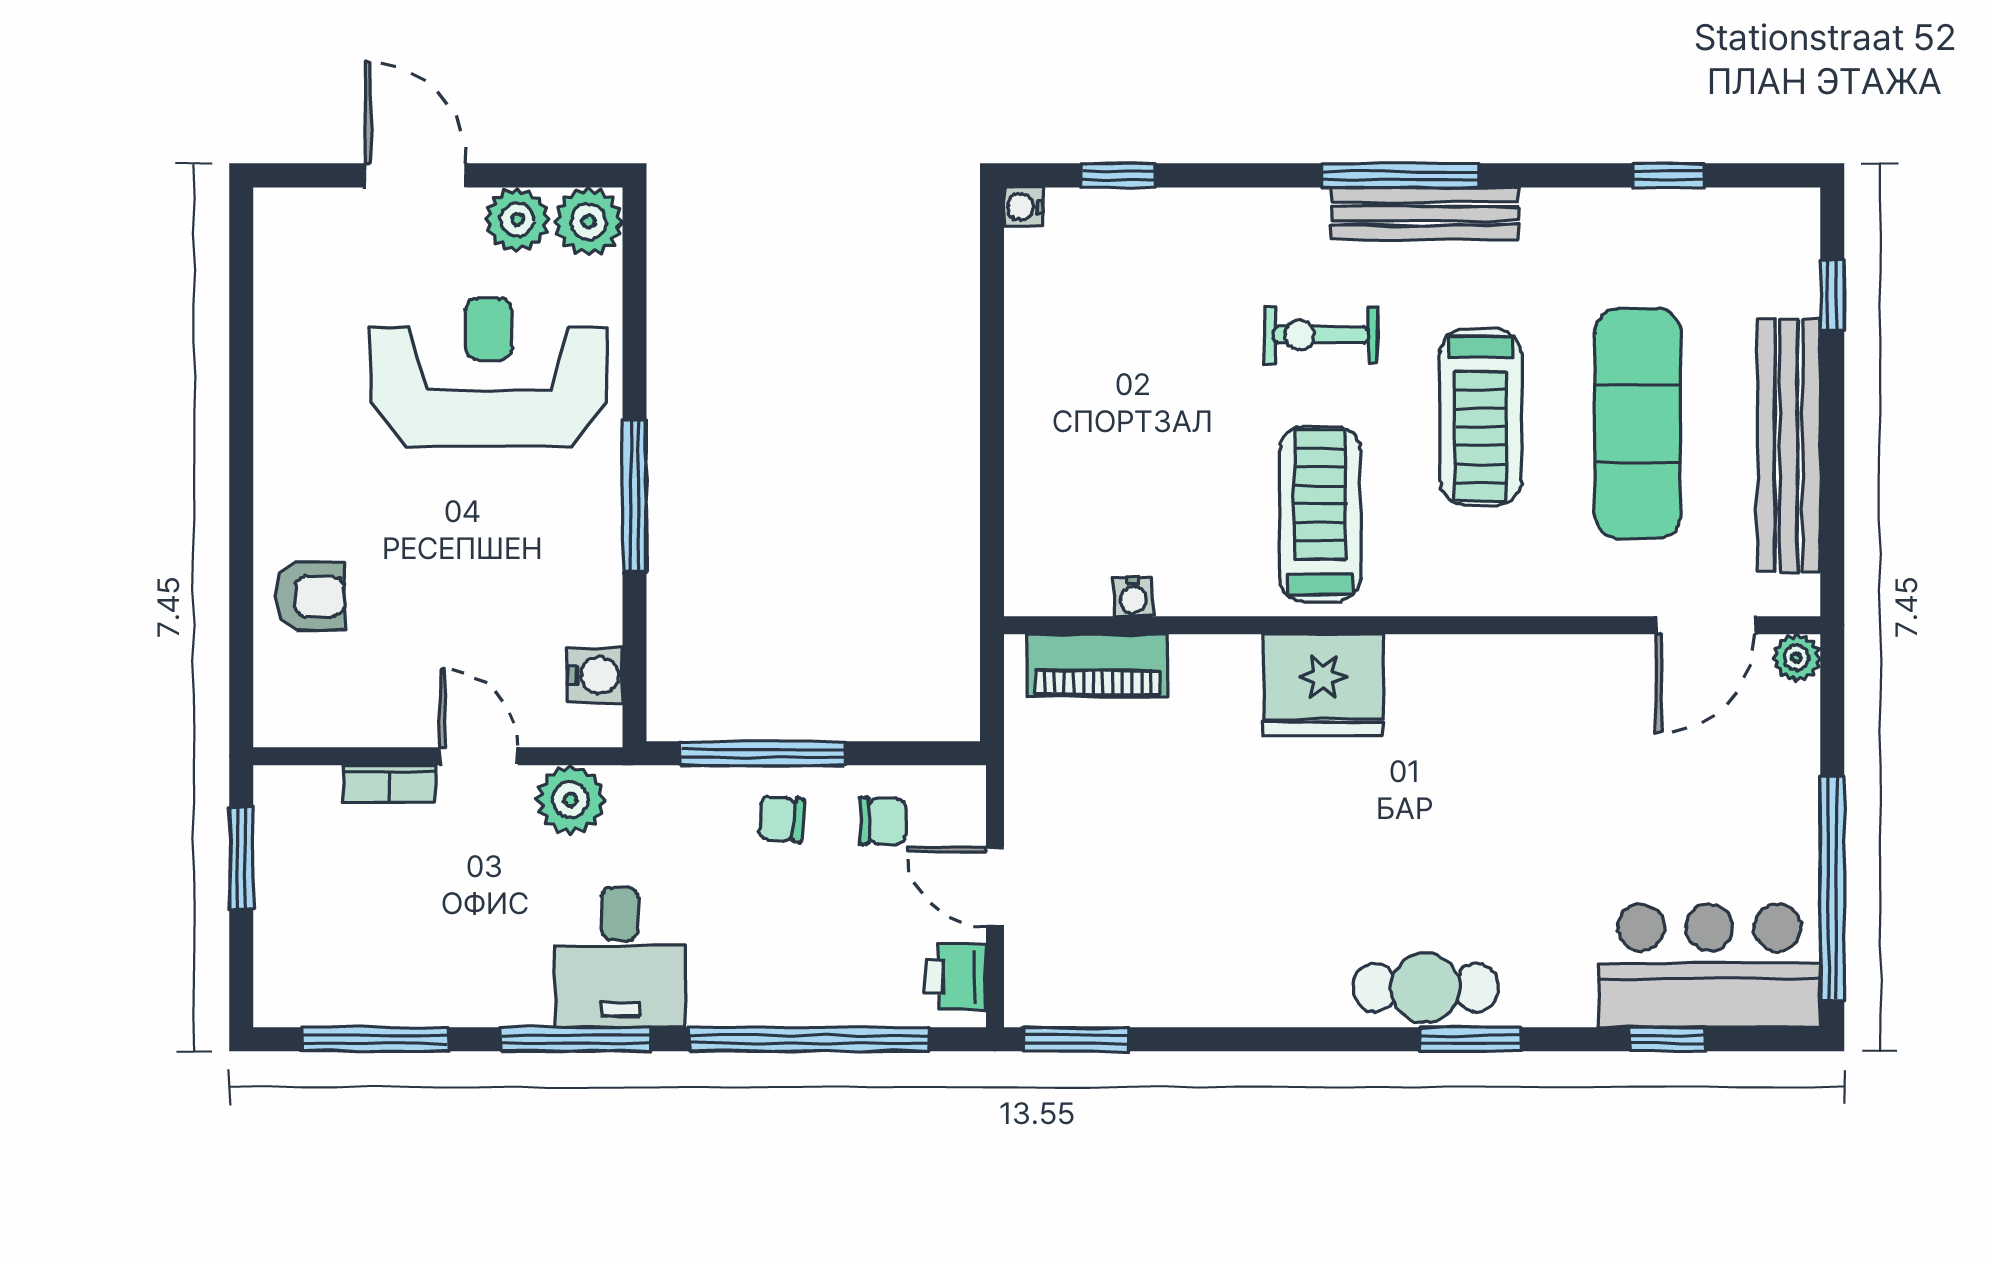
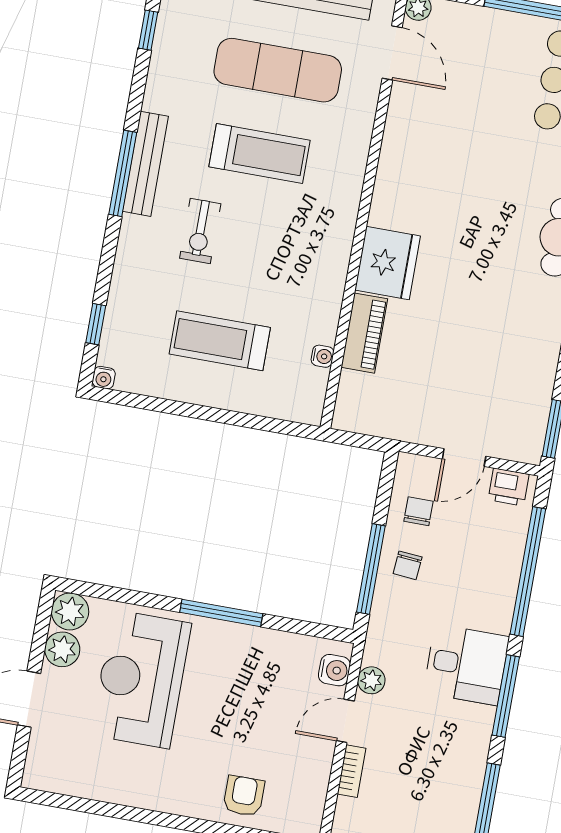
treadmill: (1320, 514) -> (220, 341), moved
piano: (1098, 665) -> (364, 333), moved
water cooler: (595, 675) -> (334, 670), moved, turned 90
plant: (570, 800) -> (371, 680), width x0.73, depth x0.73

